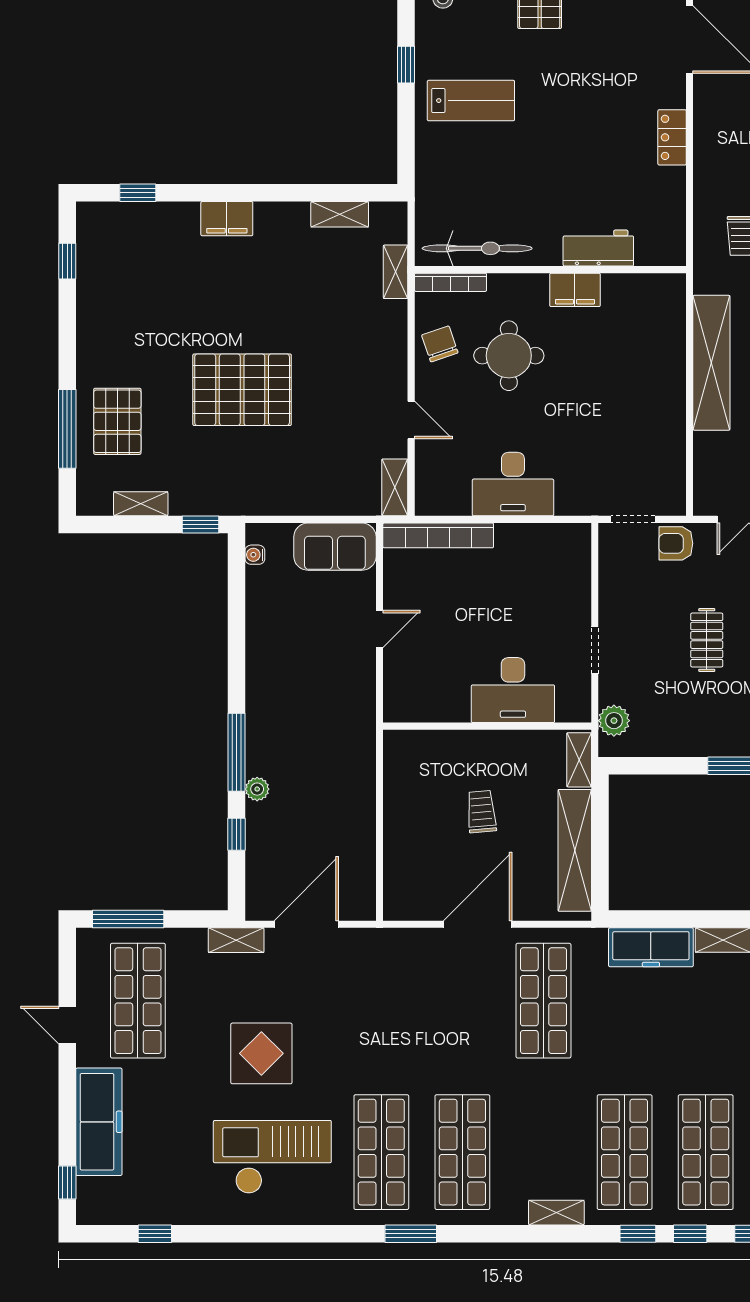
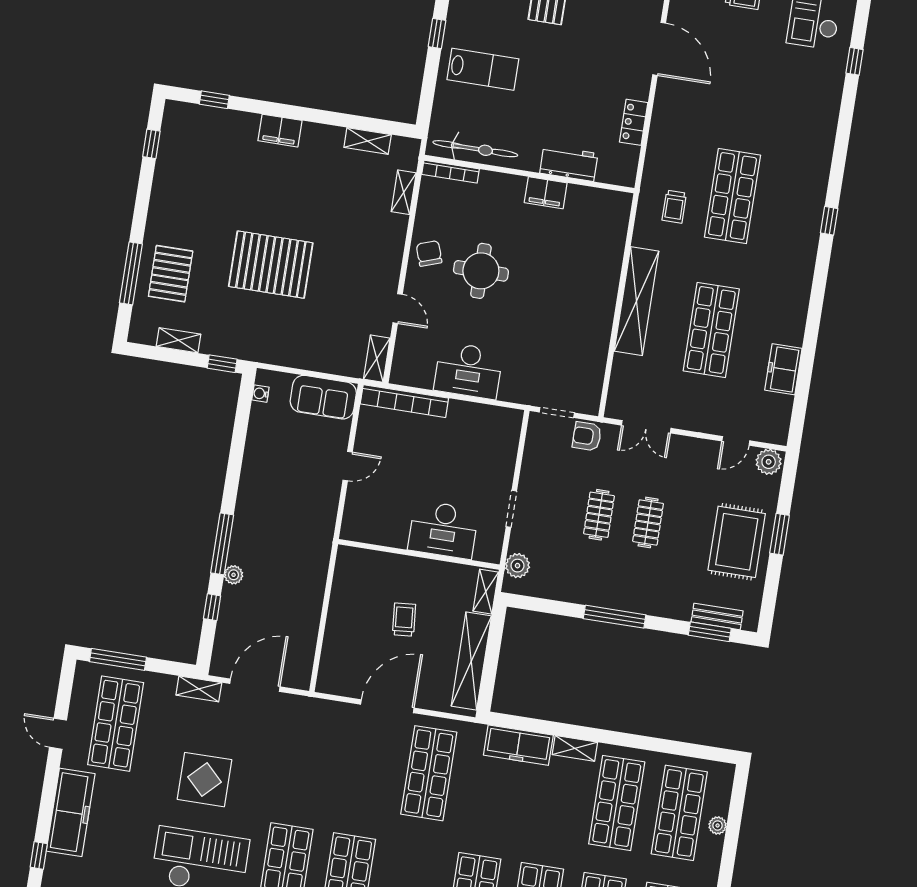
bicycle: (477, 248) -> (475, 149), moved
workbench: (598, 248) -> (569, 163), moved
wall: (550, 270) -> (529, 174), moved
bookcase: (450, 282) -> (450, 172), moved
filing cabinet: (575, 290) -> (546, 193), moved

